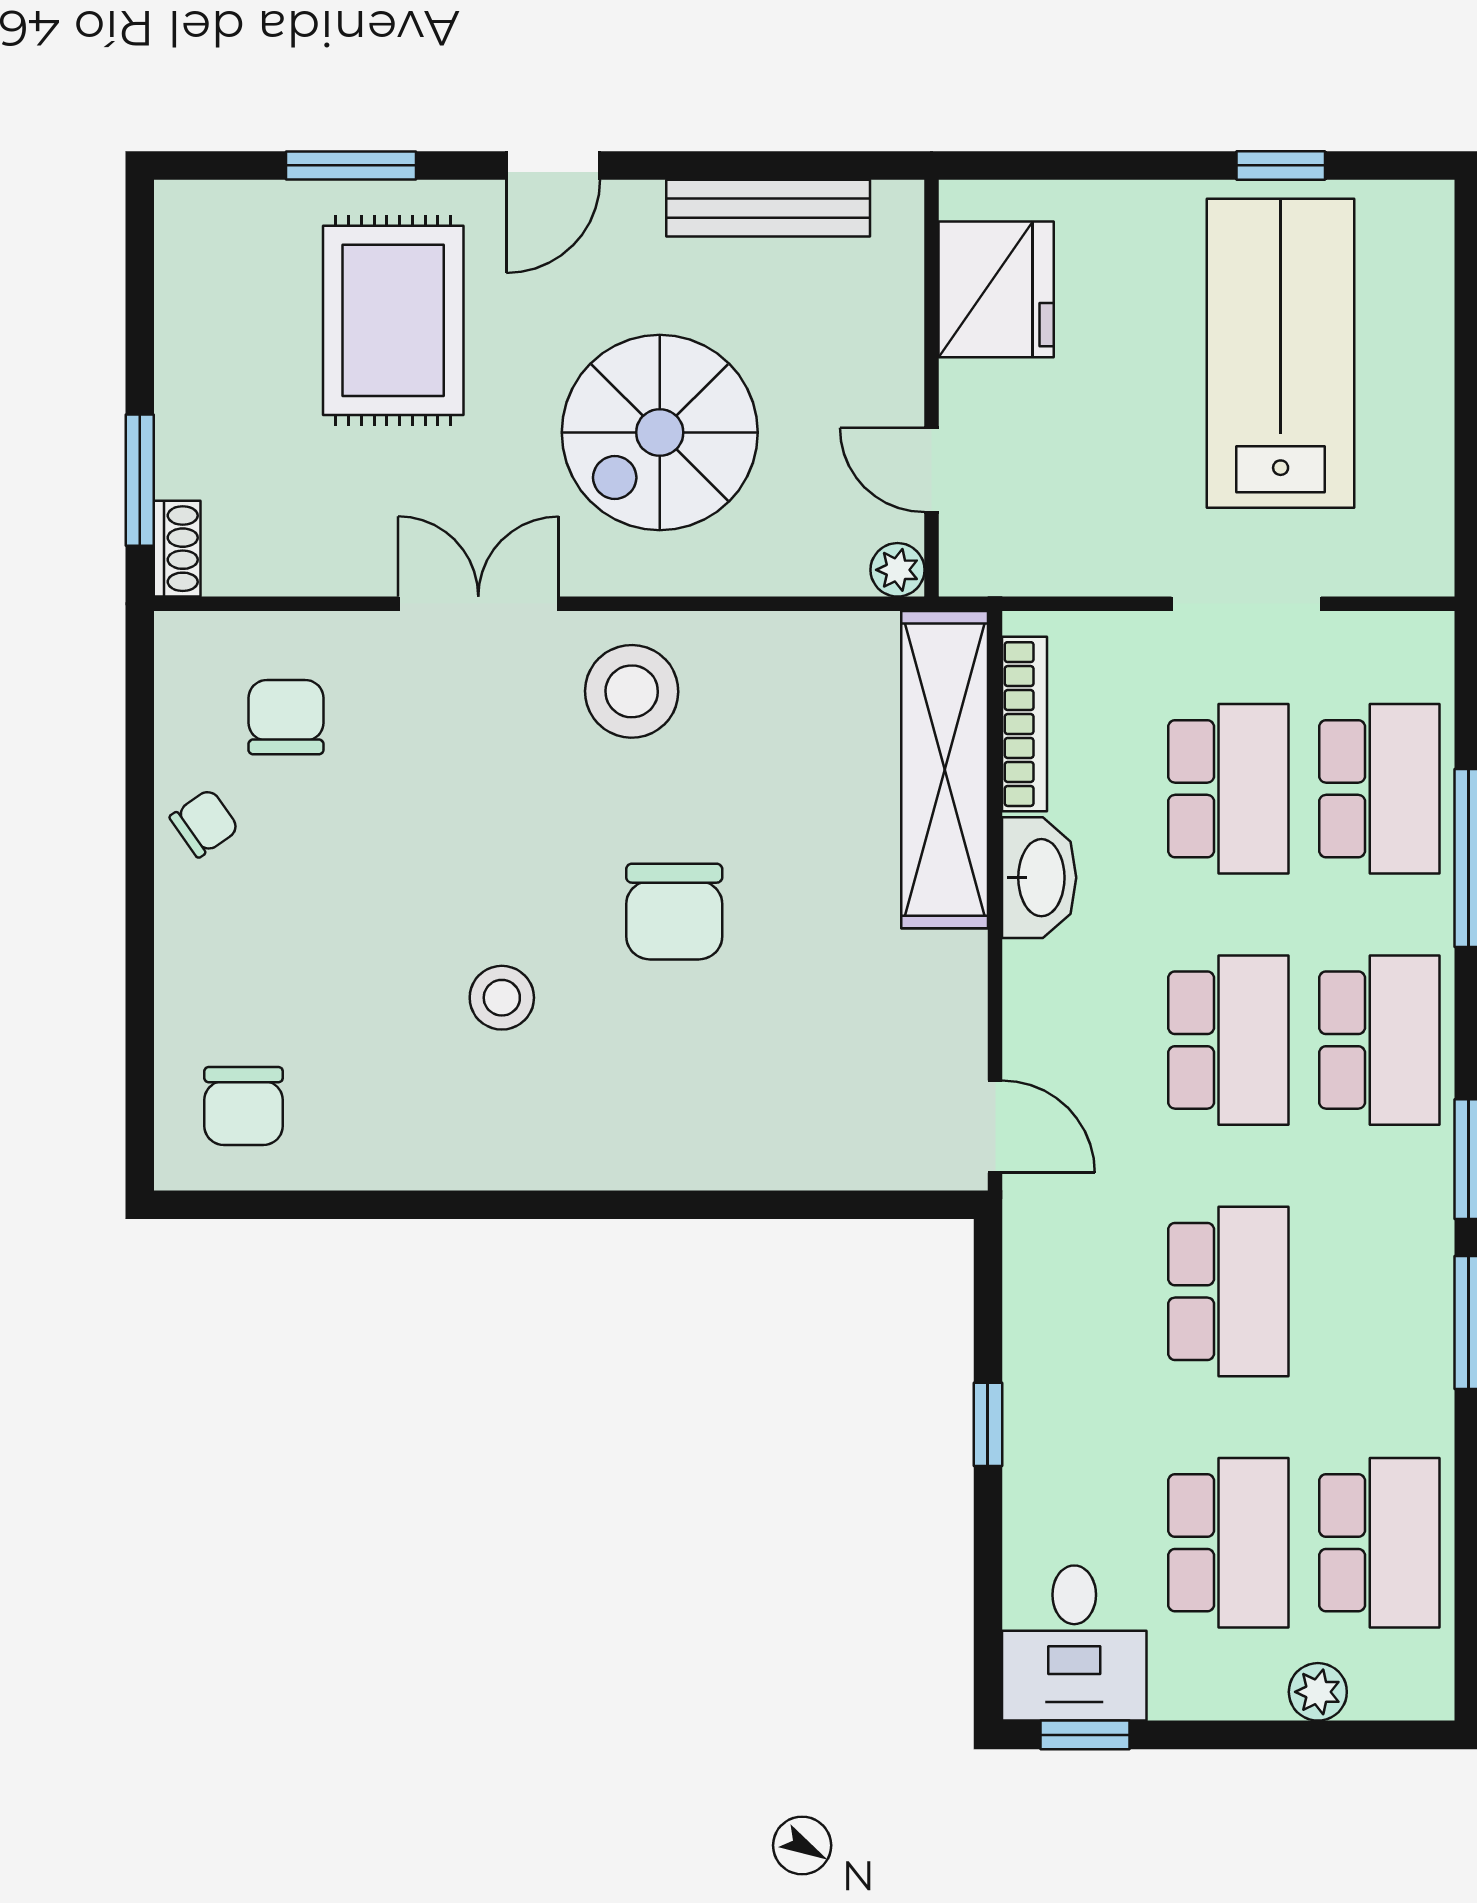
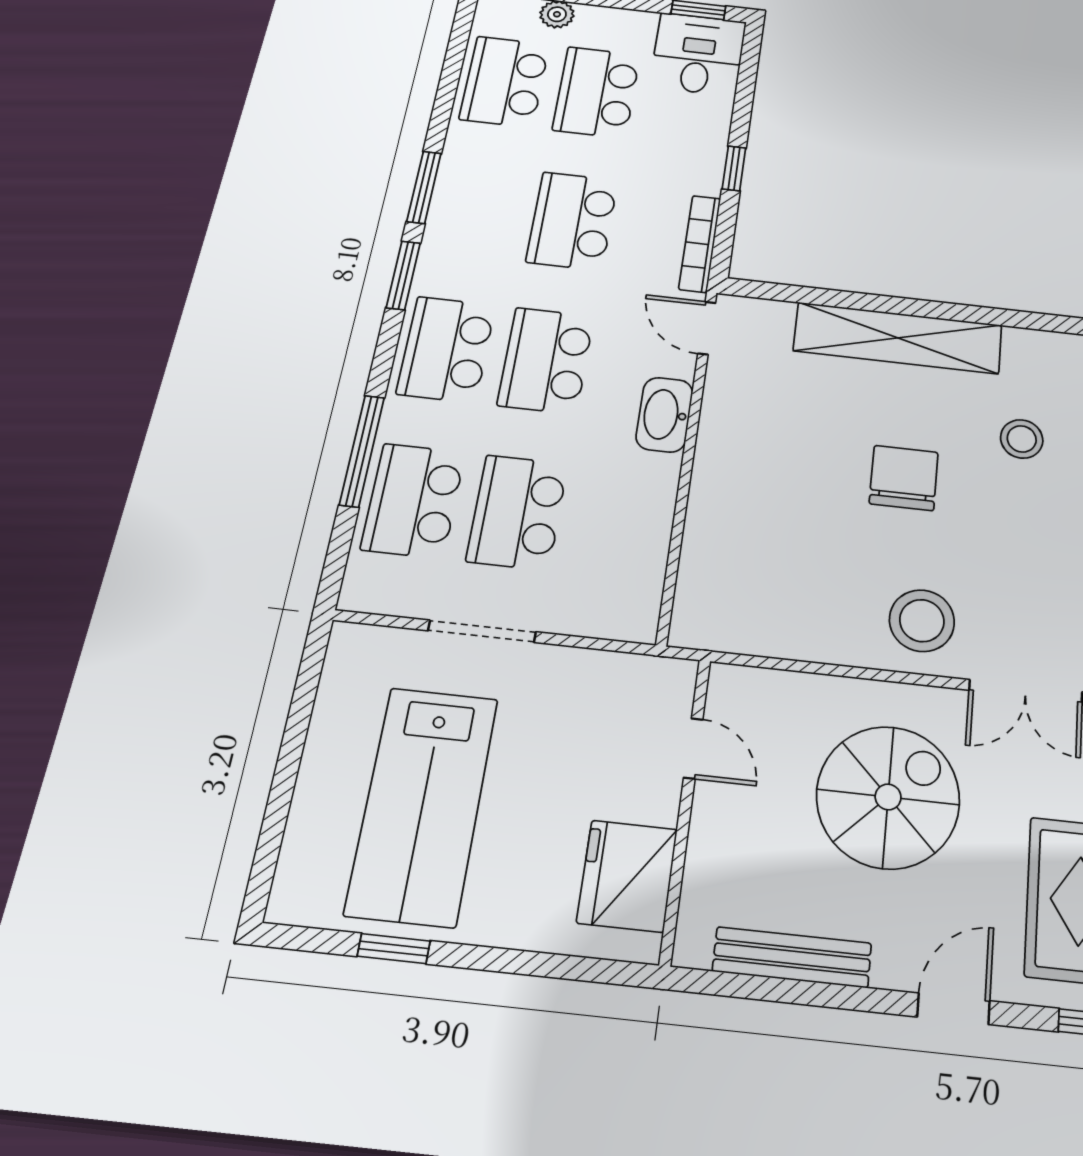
plant: (897, 570) -> (727, 682), removed
bookcase: (1025, 724) -> (700, 244), moved
shelving: (945, 770) -> (898, 338), moved, turned 90
washbasin: (1039, 878) -> (664, 415), moved

